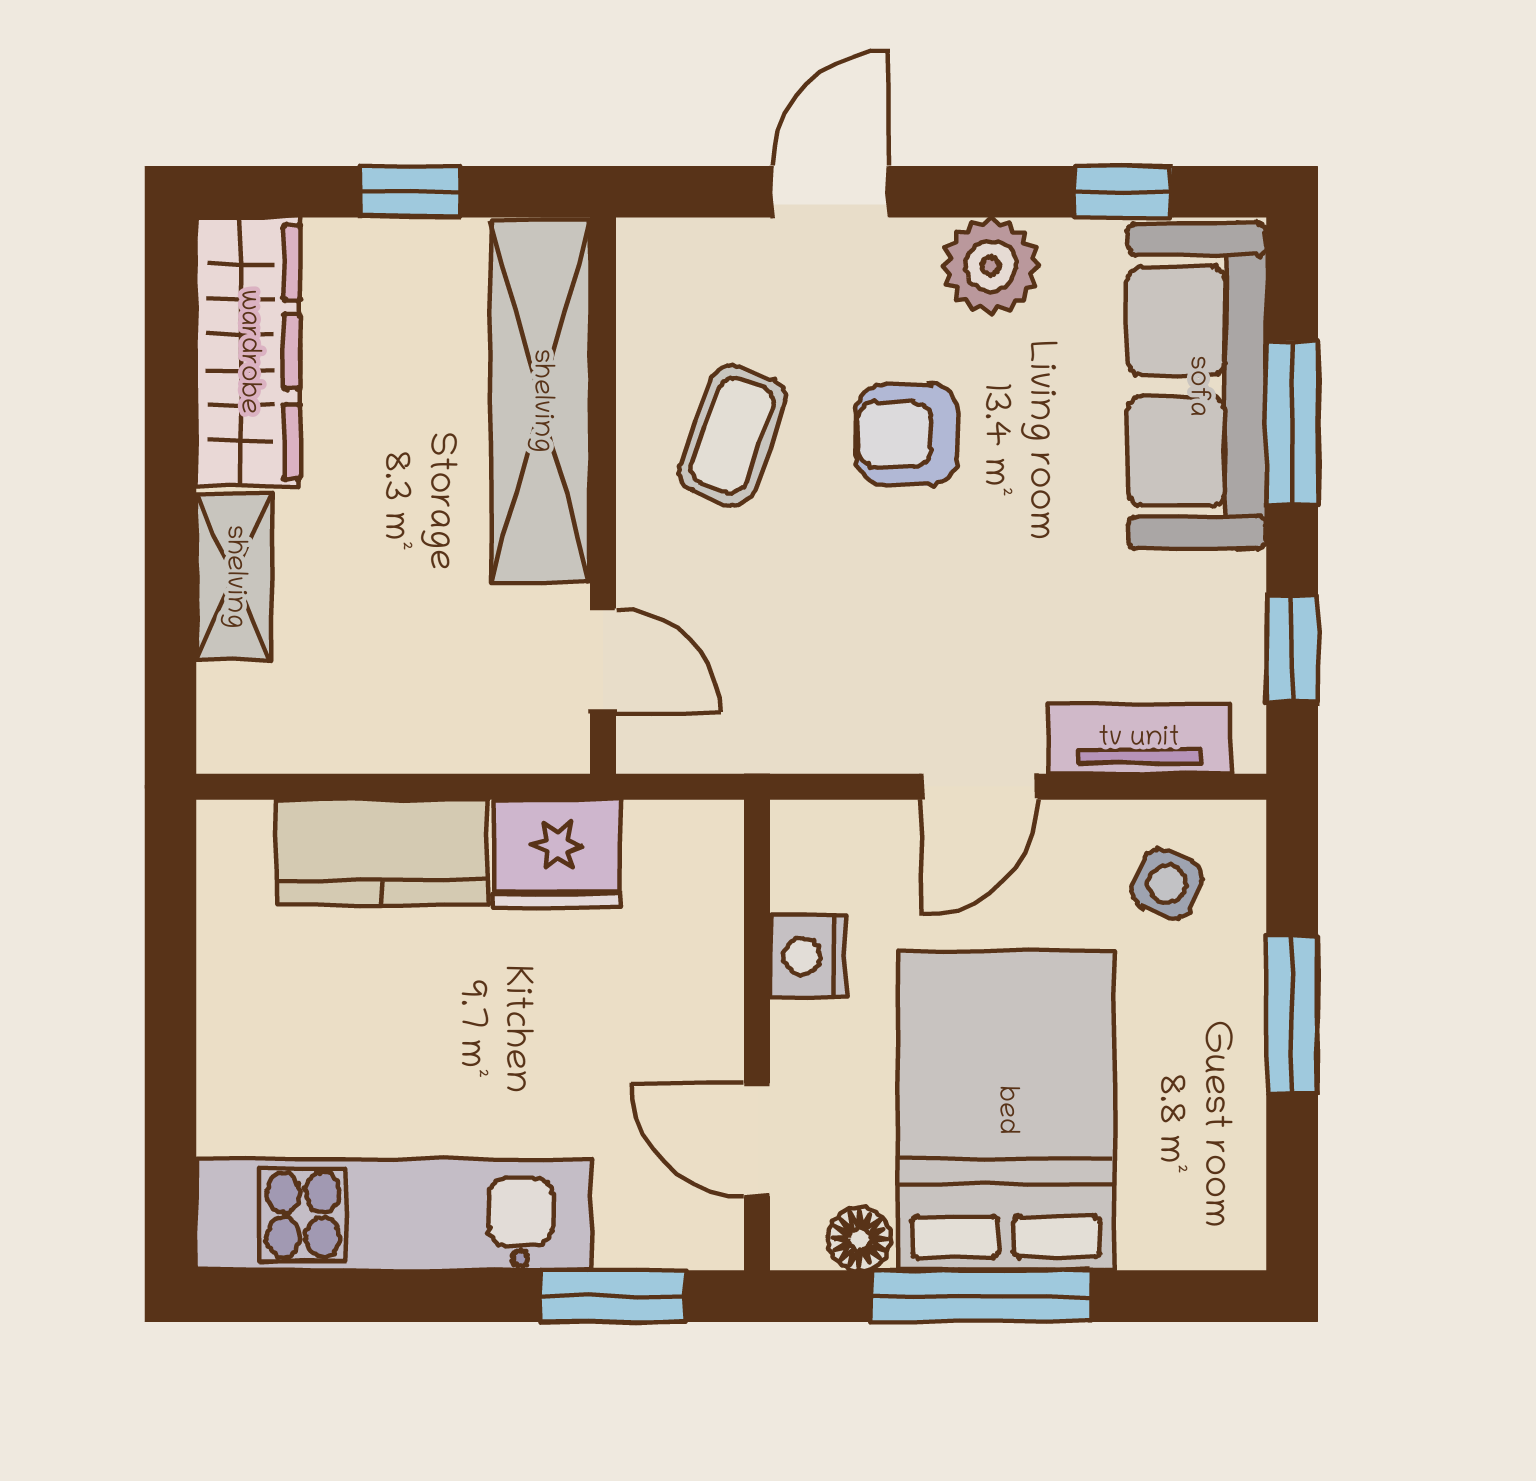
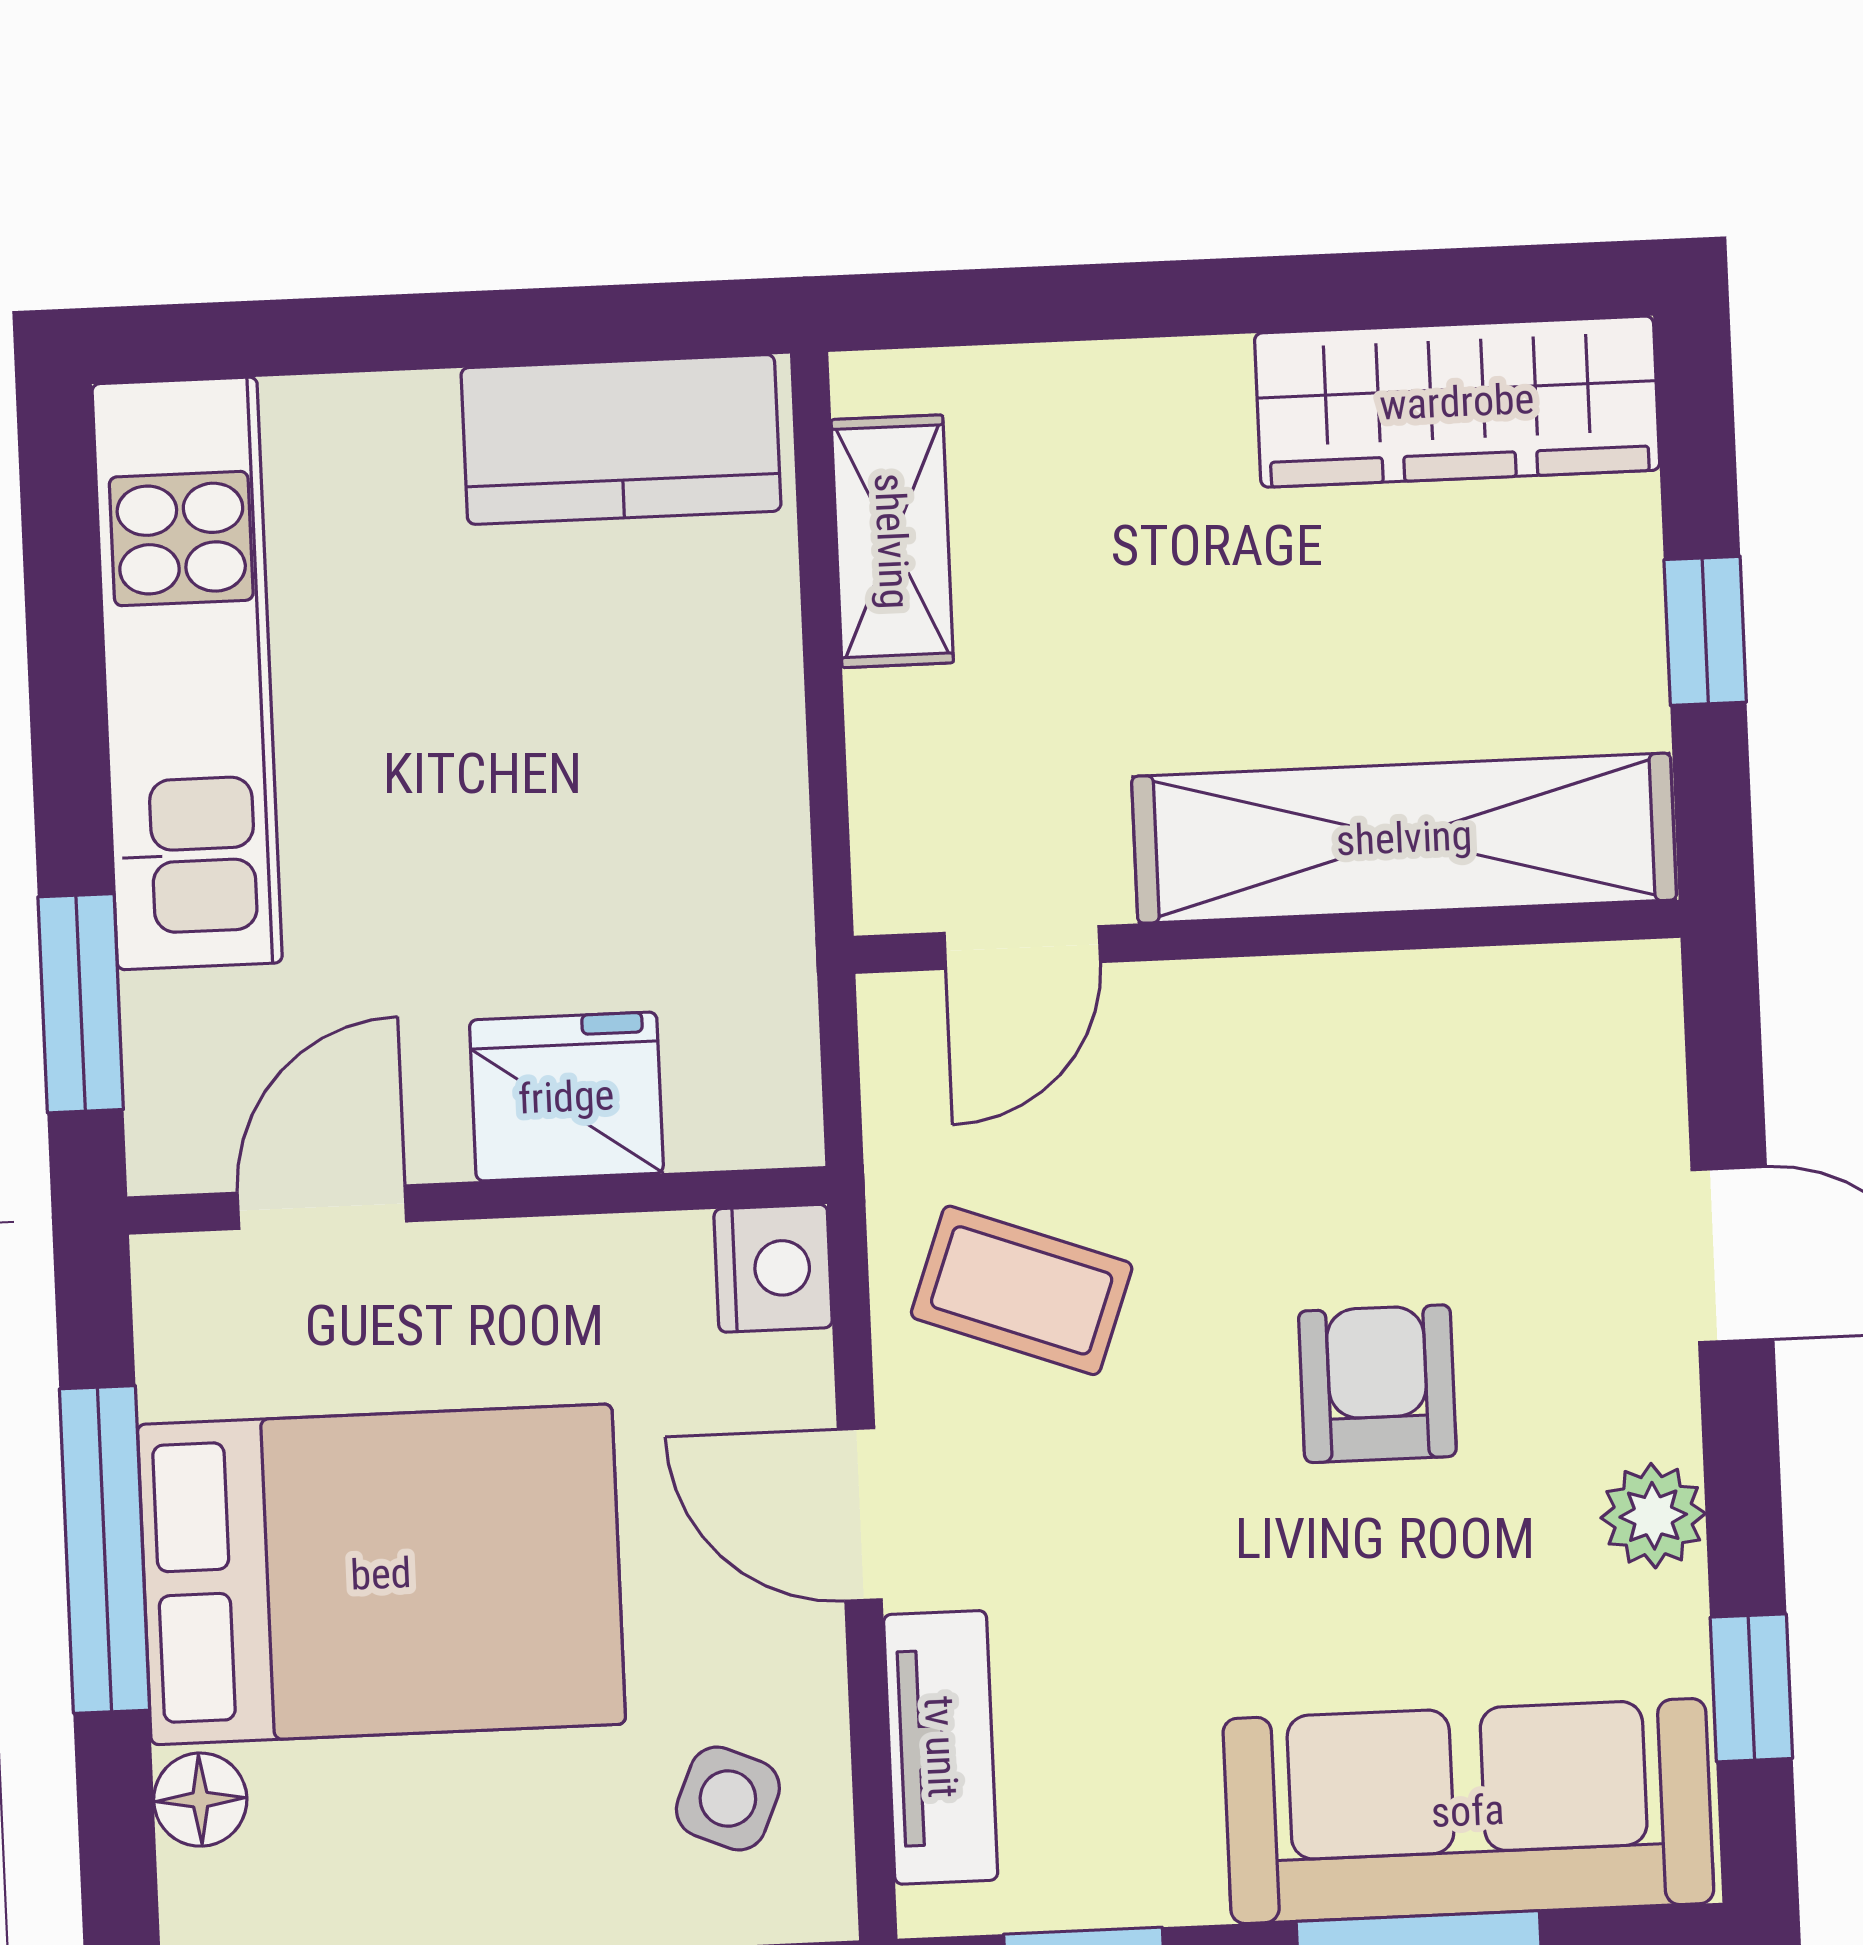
plant: (991, 266) -> (1653, 1516), width x0.73, depth x0.73
coffee table: (732, 435) -> (1022, 1290), moved
shelving: (234, 577) -> (892, 541), moved, turned 90
kitchen counter: (382, 852) -> (621, 439), moved, turned -90
fridge: (557, 854) -> (566, 1097), moved, turned 90
nightstand: (808, 956) -> (773, 1268), moved, turned 90
floor lamp: (860, 1239) -> (200, 1800), moved

